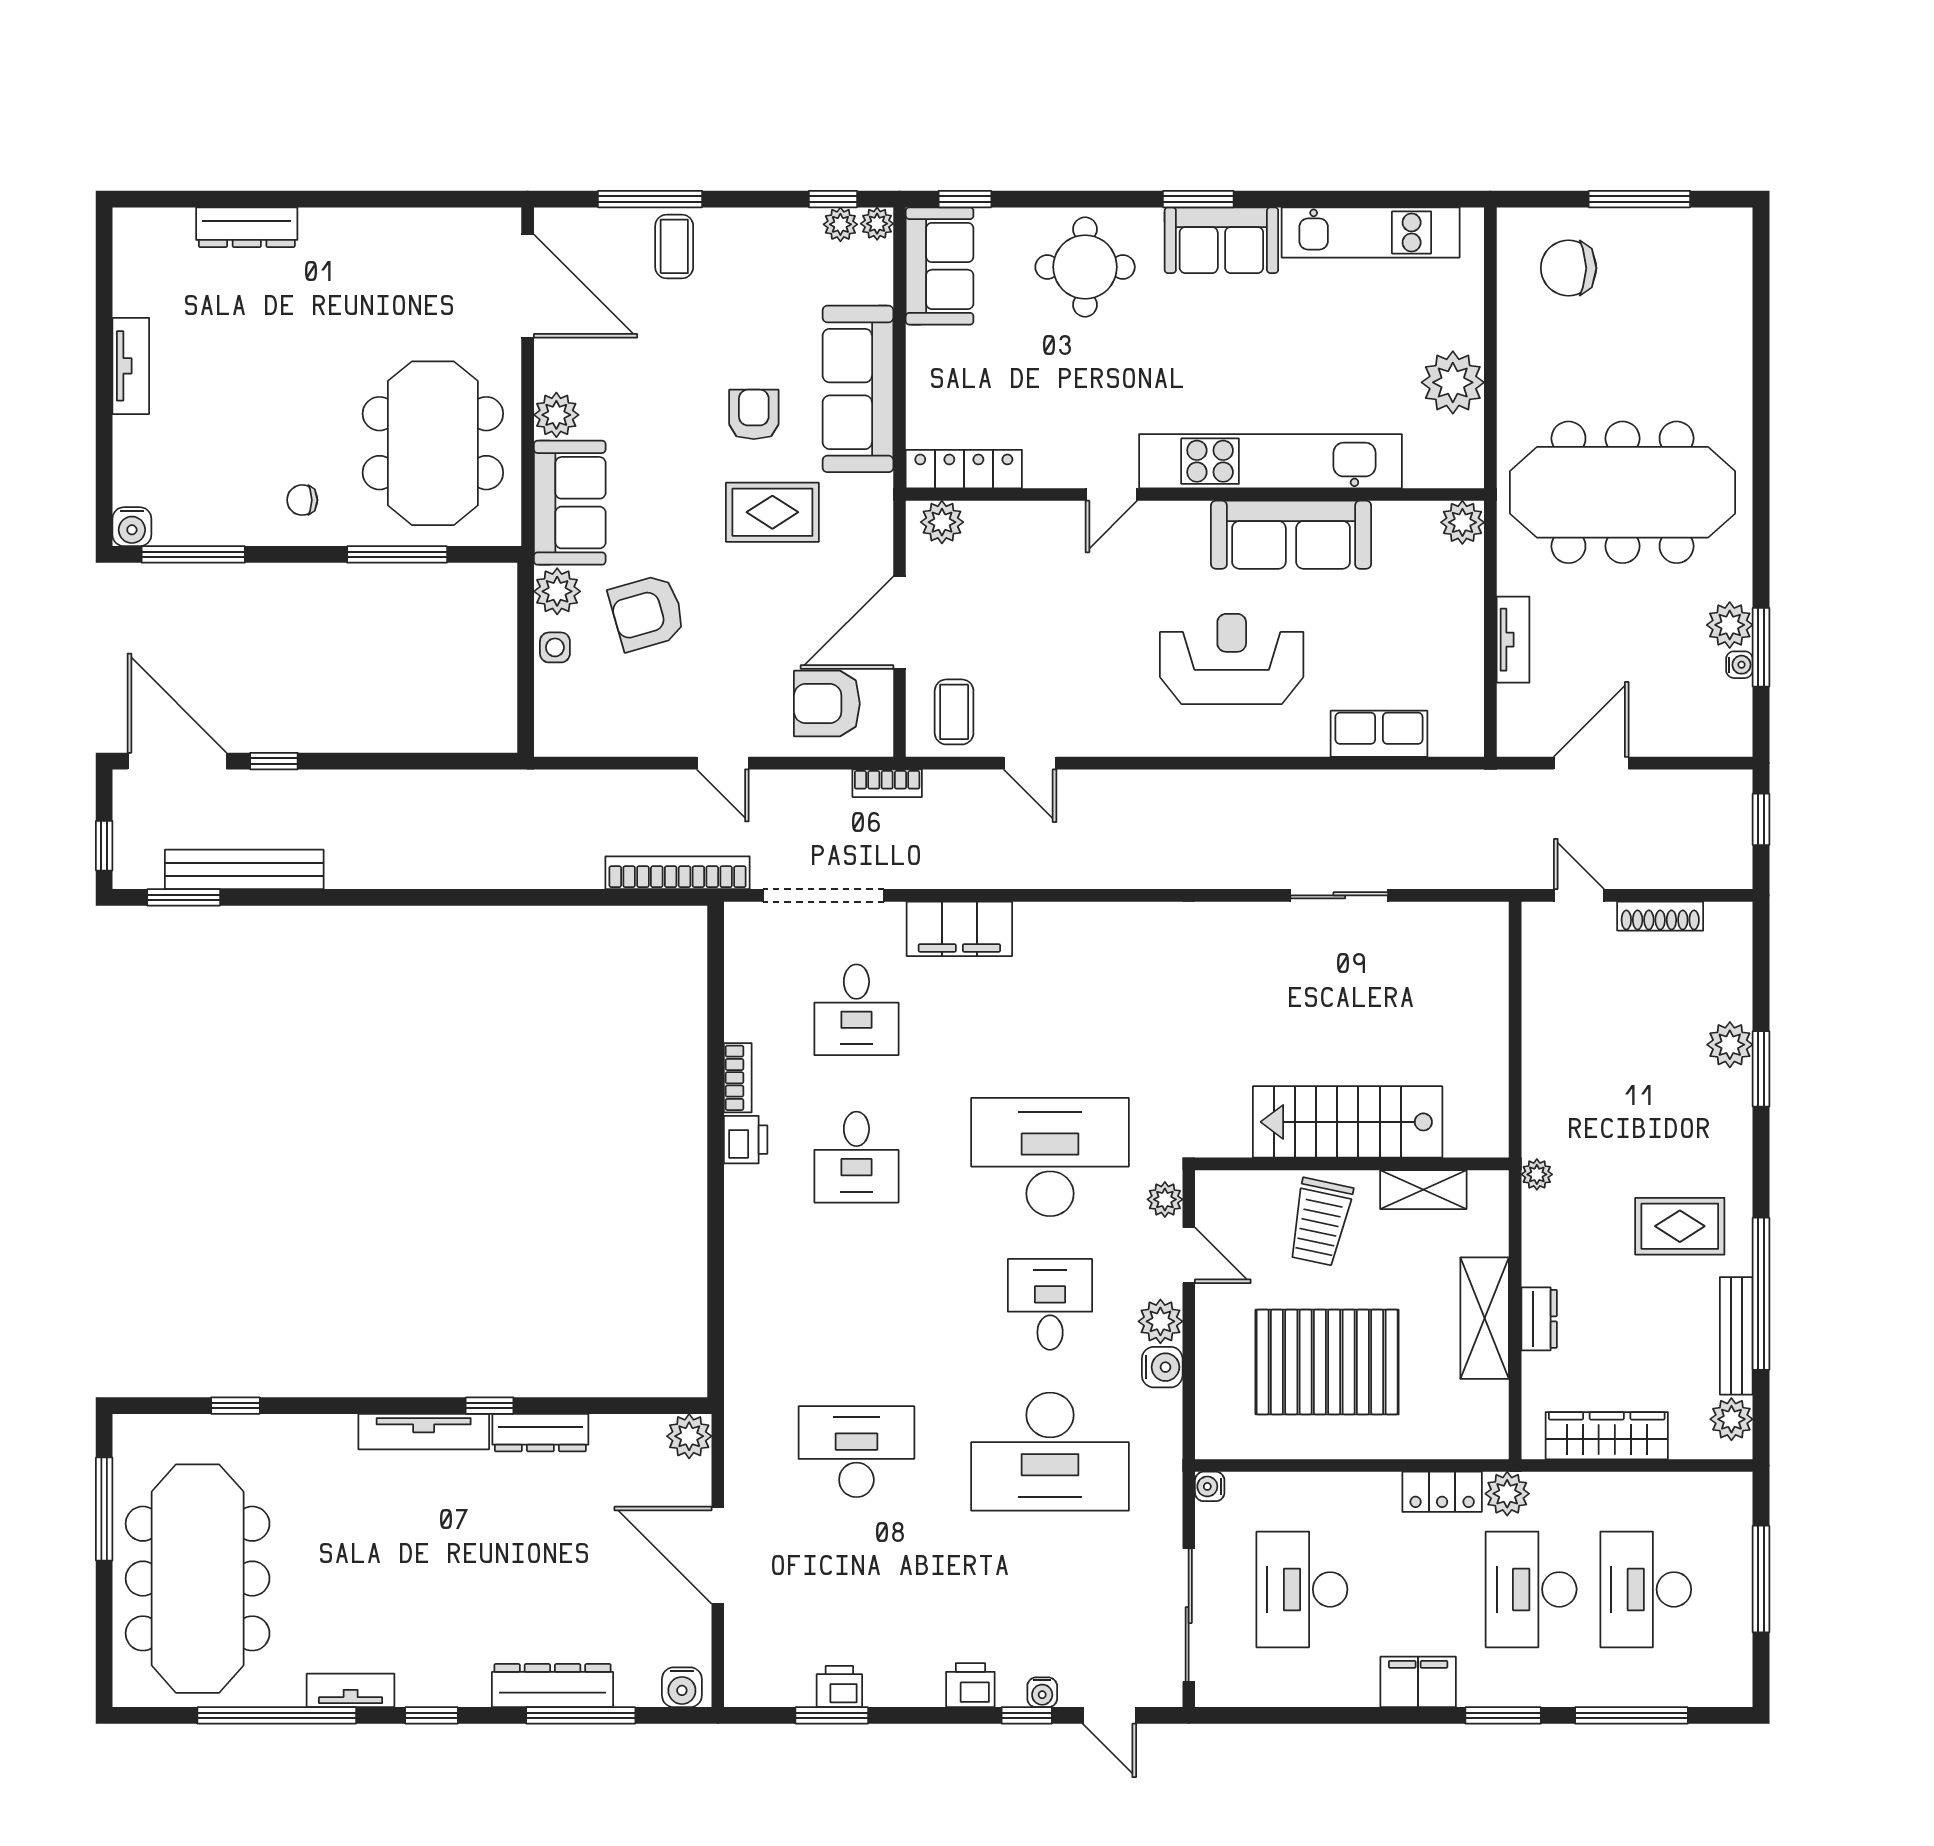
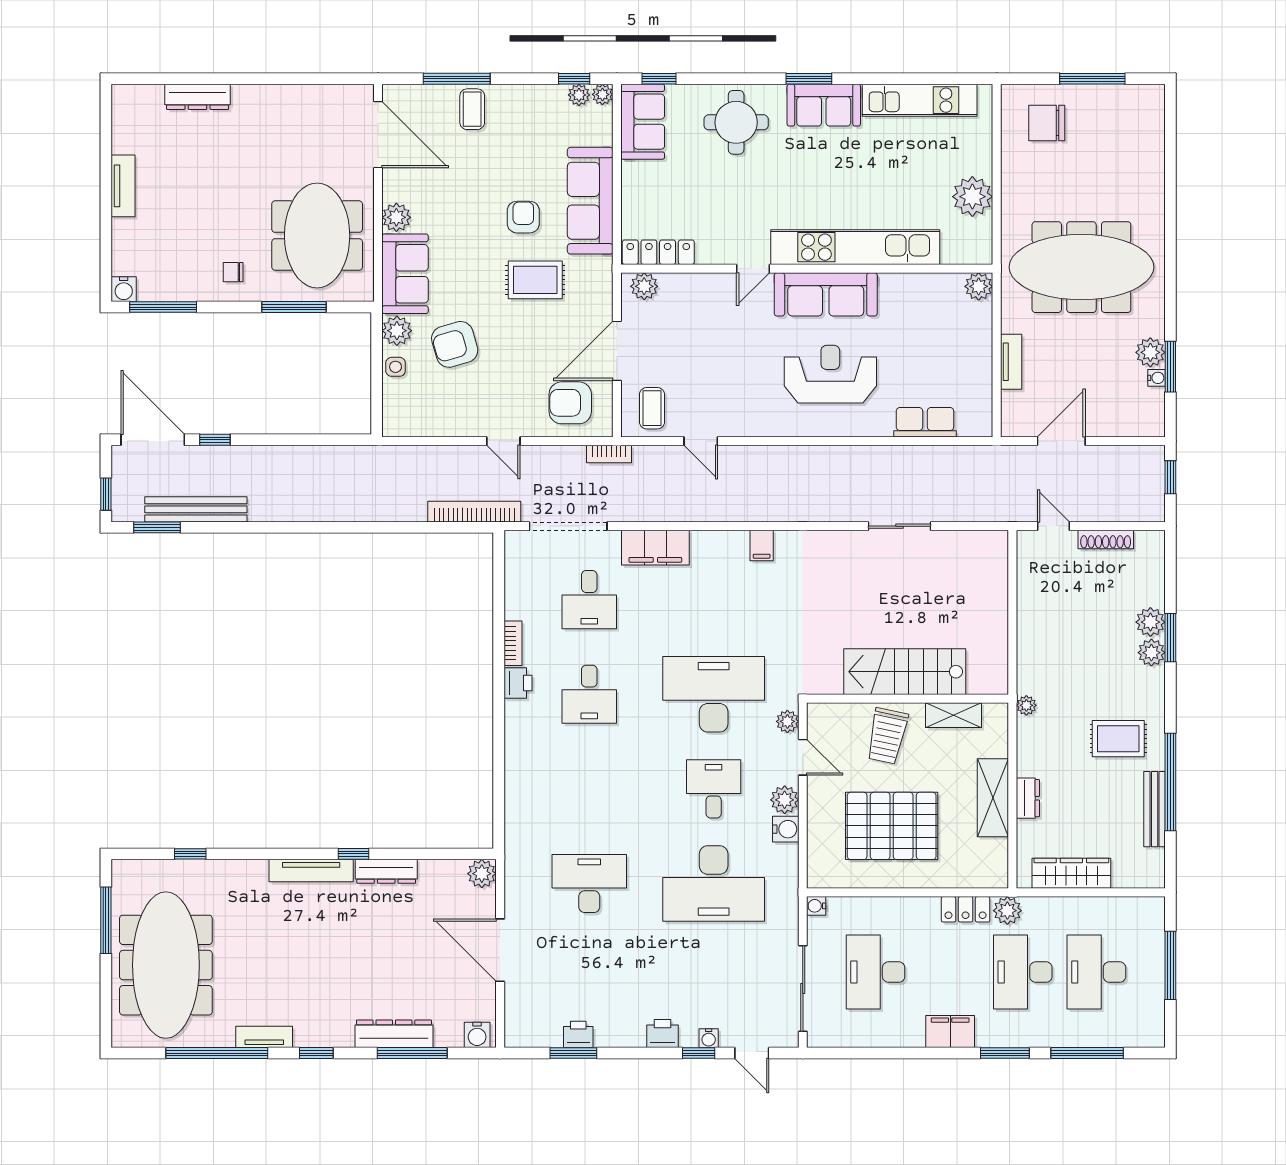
sofa: (1291, 535) -> (826, 294), moved
filing cabinet: (1125, 925) -> (762, 545), added
plant: (1731, 1419) -> (1151, 653), moved

